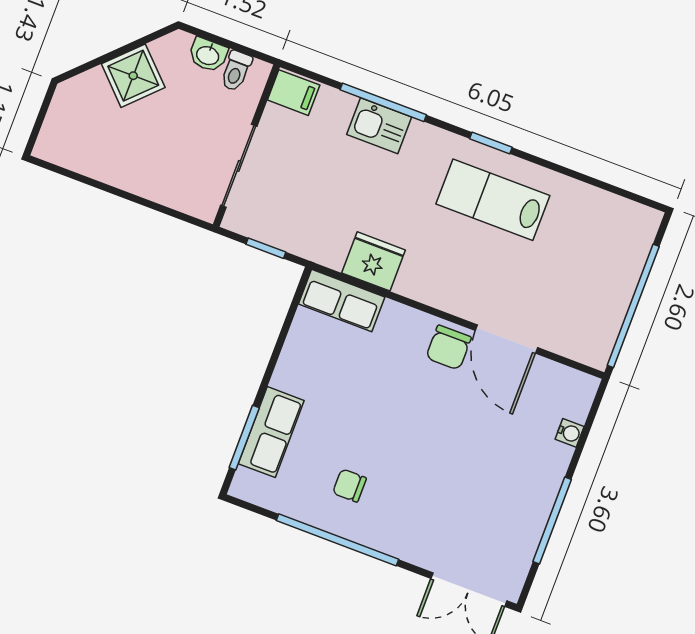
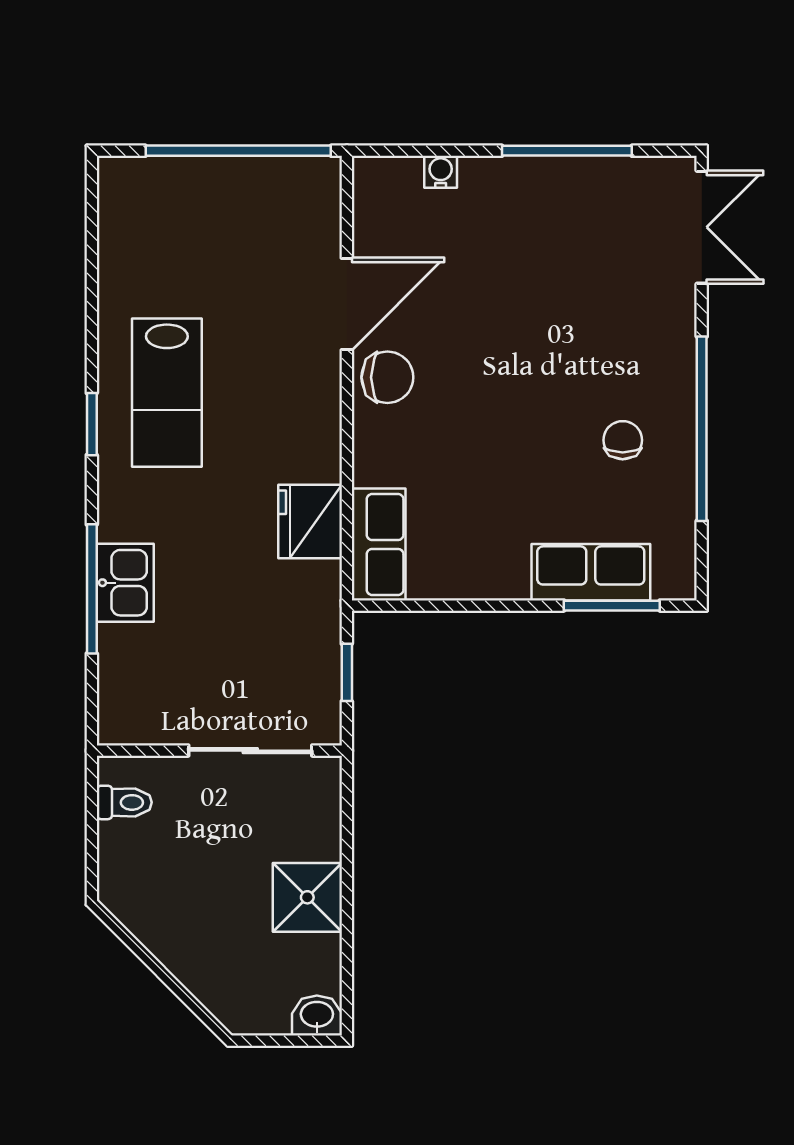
washbasin: (208, 55) -> (317, 1015), moved, turned -90
shower: (133, 76) -> (307, 897), moved, turned 45
filing cabinet: (294, 93) -> (124, 714), removed
chair: (349, 486) -> (623, 440), turned 180

